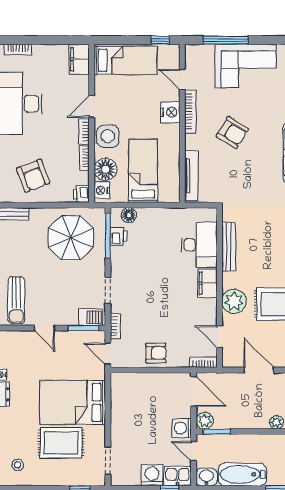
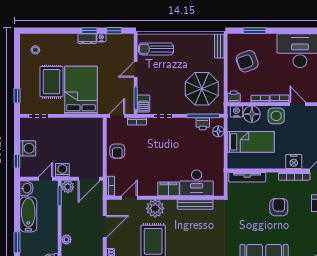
armchair: (232, 133) -> (279, 207), turned 148
kitchen sink: (178, 476) -> (27, 167), removed

